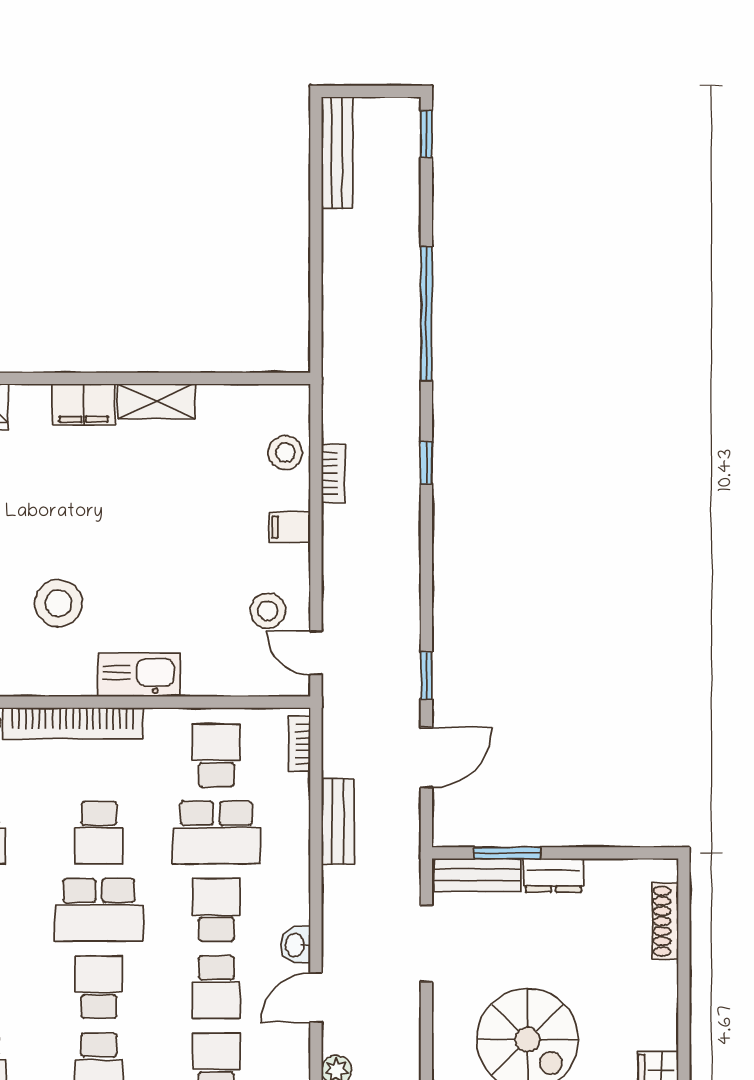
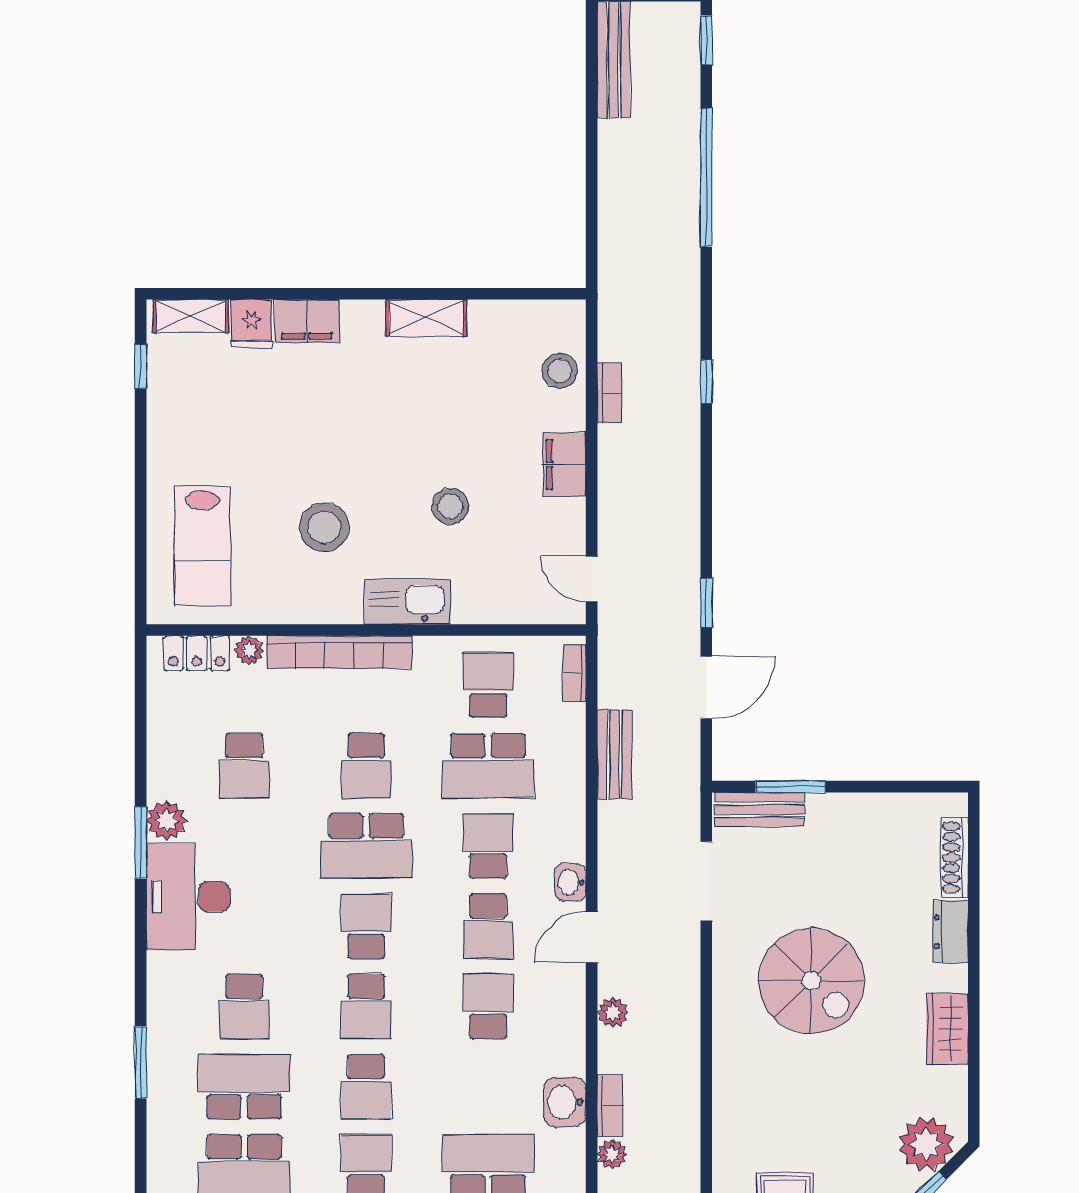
window: (426, 314) -> (706, 177), moved
filing cabinet: (84, 405) -> (307, 321), moved
filing cabinet: (290, 527) -> (564, 464), width x2.00
stool: (268, 611) -> (450, 506), moved
dresser: (554, 875) -> (950, 932), moved, turned 90

